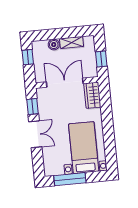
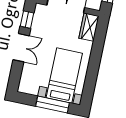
window: (70, 179) -> (53, 104), moved

